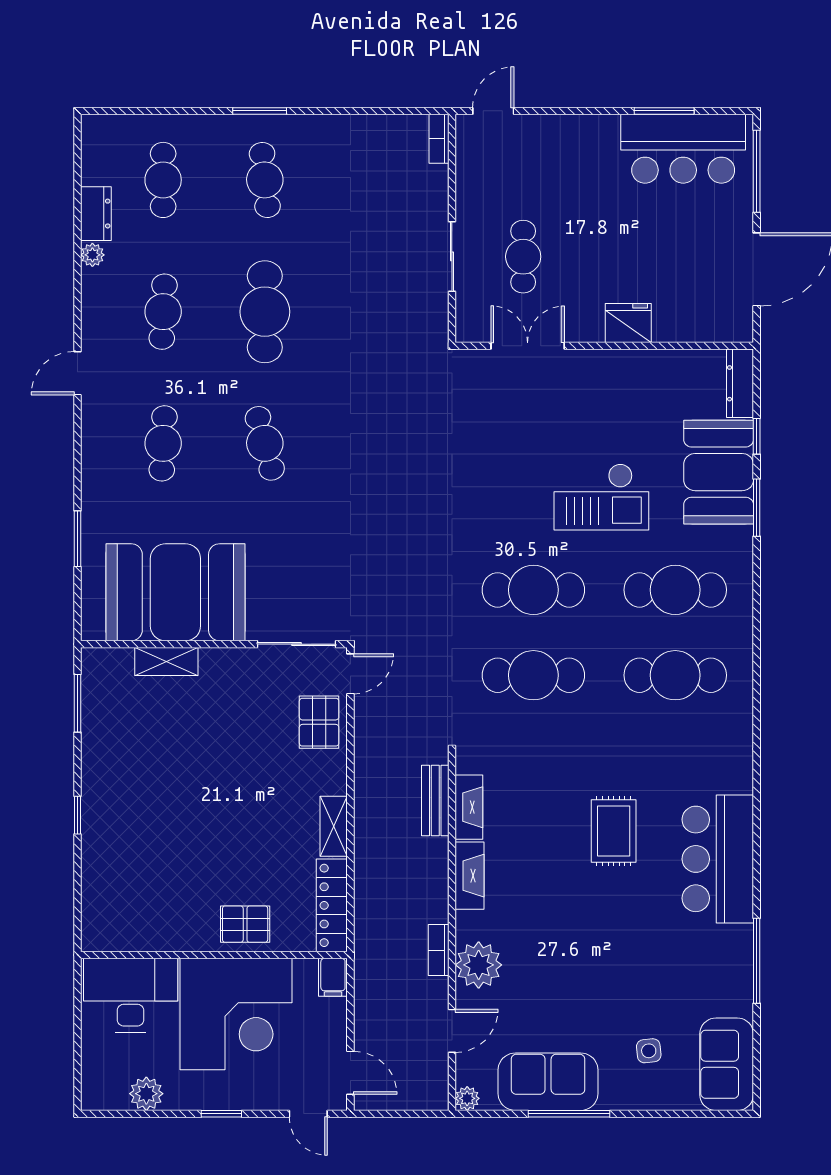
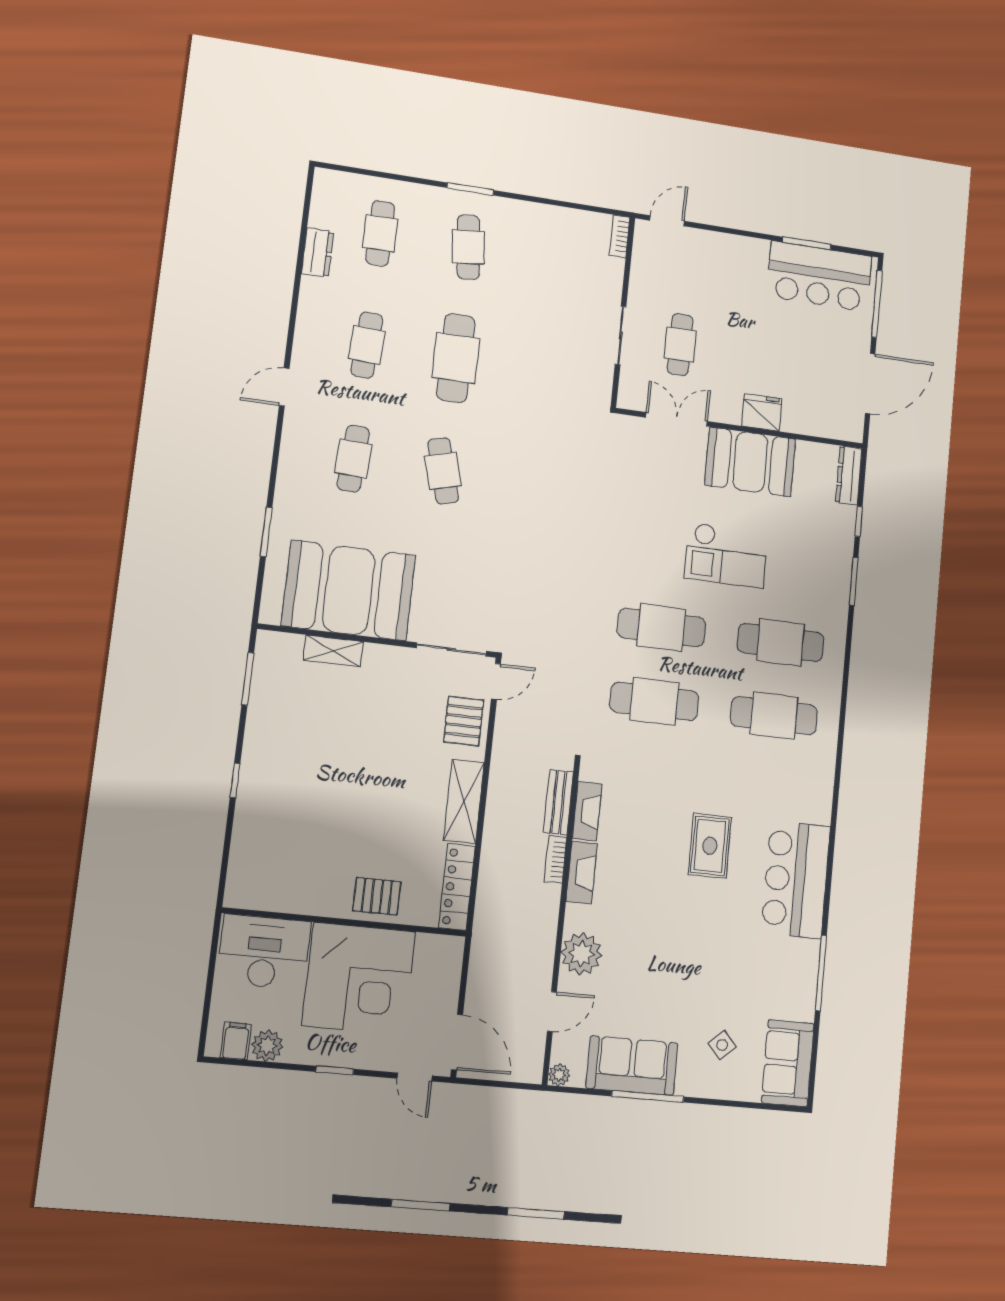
plant: (92, 255) -> (310, 287), removed
booth: (719, 472) -> (750, 462), moved, turned 90
shelving: (334, 826) -> (464, 802), width x1.50, depth x1.33
bookcase: (439, 950) -> (555, 859), moved
filing cabinet: (333, 977) -> (236, 1041), moved, turned 180
side table: (649, 1051) -> (722, 1045), turned -37
door: (350, 1073) -> (457, 1042), width x1.38

